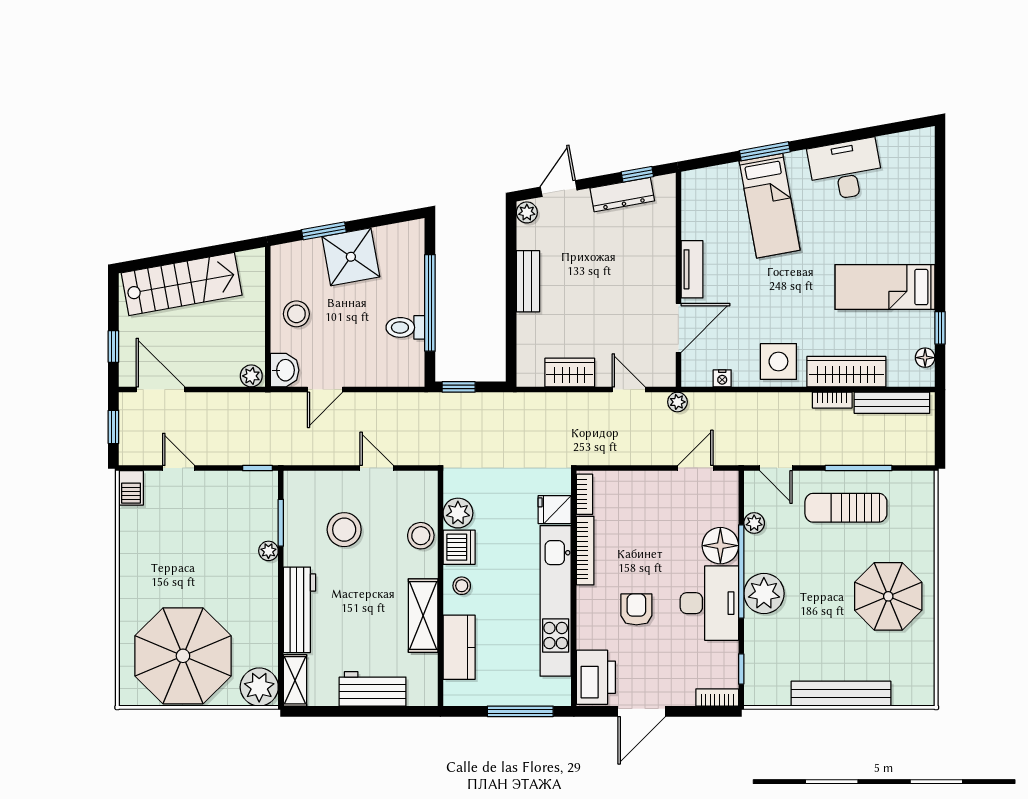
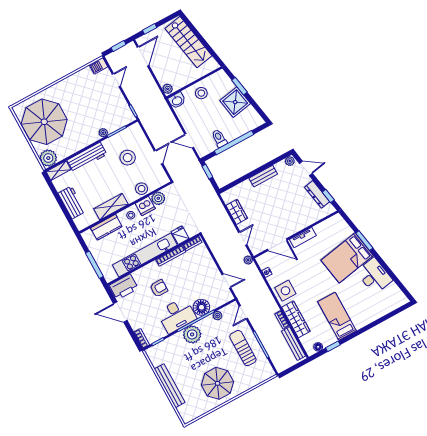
bed: (770, 206) -> (347, 258), width x1.50
door: (325, 390) -> (189, 141), moved

